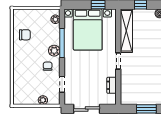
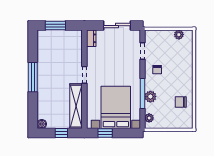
plant: (54, 51) -> (150, 97), moved
dresser: (112, 85) -> (91, 38), moved
plant: (43, 100) -> (179, 35), moved

